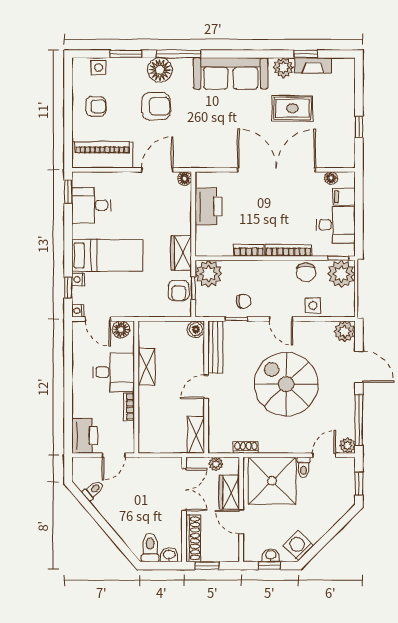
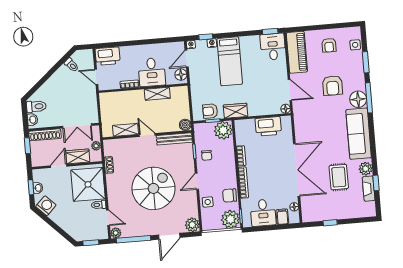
floor lamp: (160, 70) -> (358, 99), moved
desk: (91, 205) -> (273, 47), moved
shelving: (196, 435) -> (125, 130), moved

